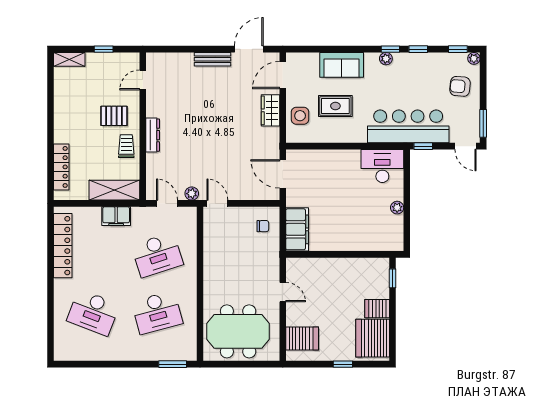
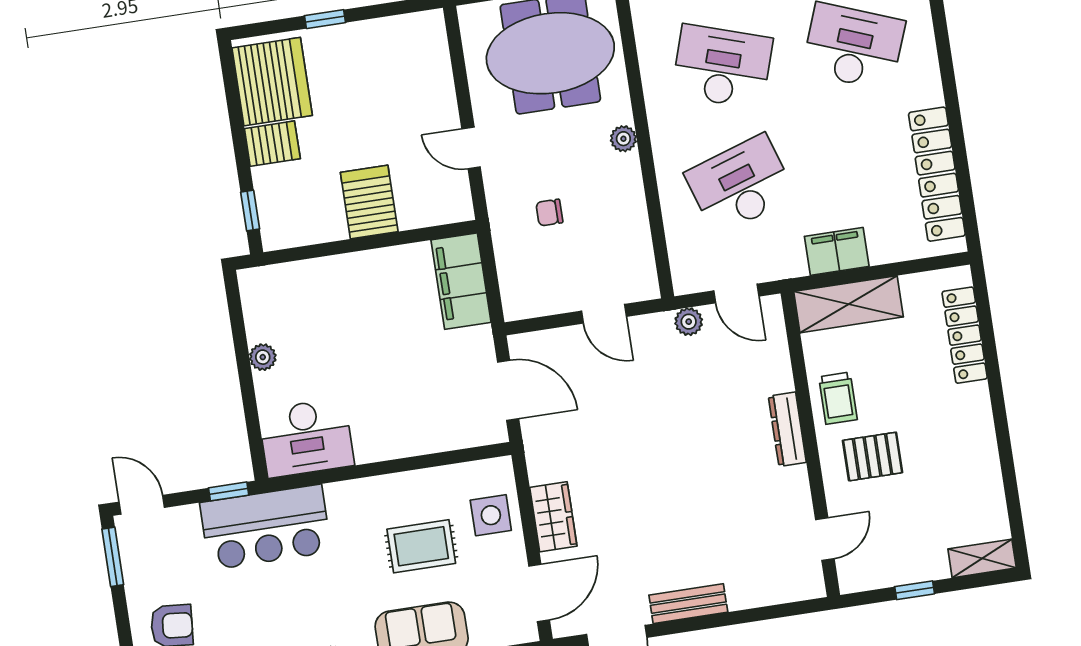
bar counter: (408, 126) -> (266, 527), width x0.73
door: (217, 203) -> (604, 314), moved
chair: (263, 226) -> (549, 213), moved
plant: (209, 285) -> (623, 139), added
desk: (157, 313) -> (722, 67), turned 33
server rack: (302, 339) -> (369, 202), moved, turned 90

